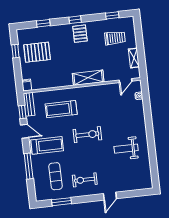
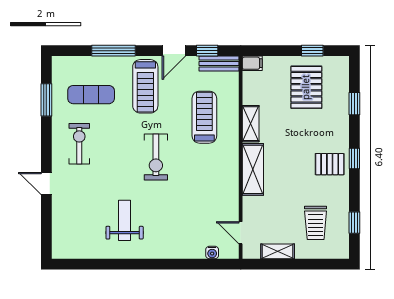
shelving: (62, 82) -> (251, 124), added

